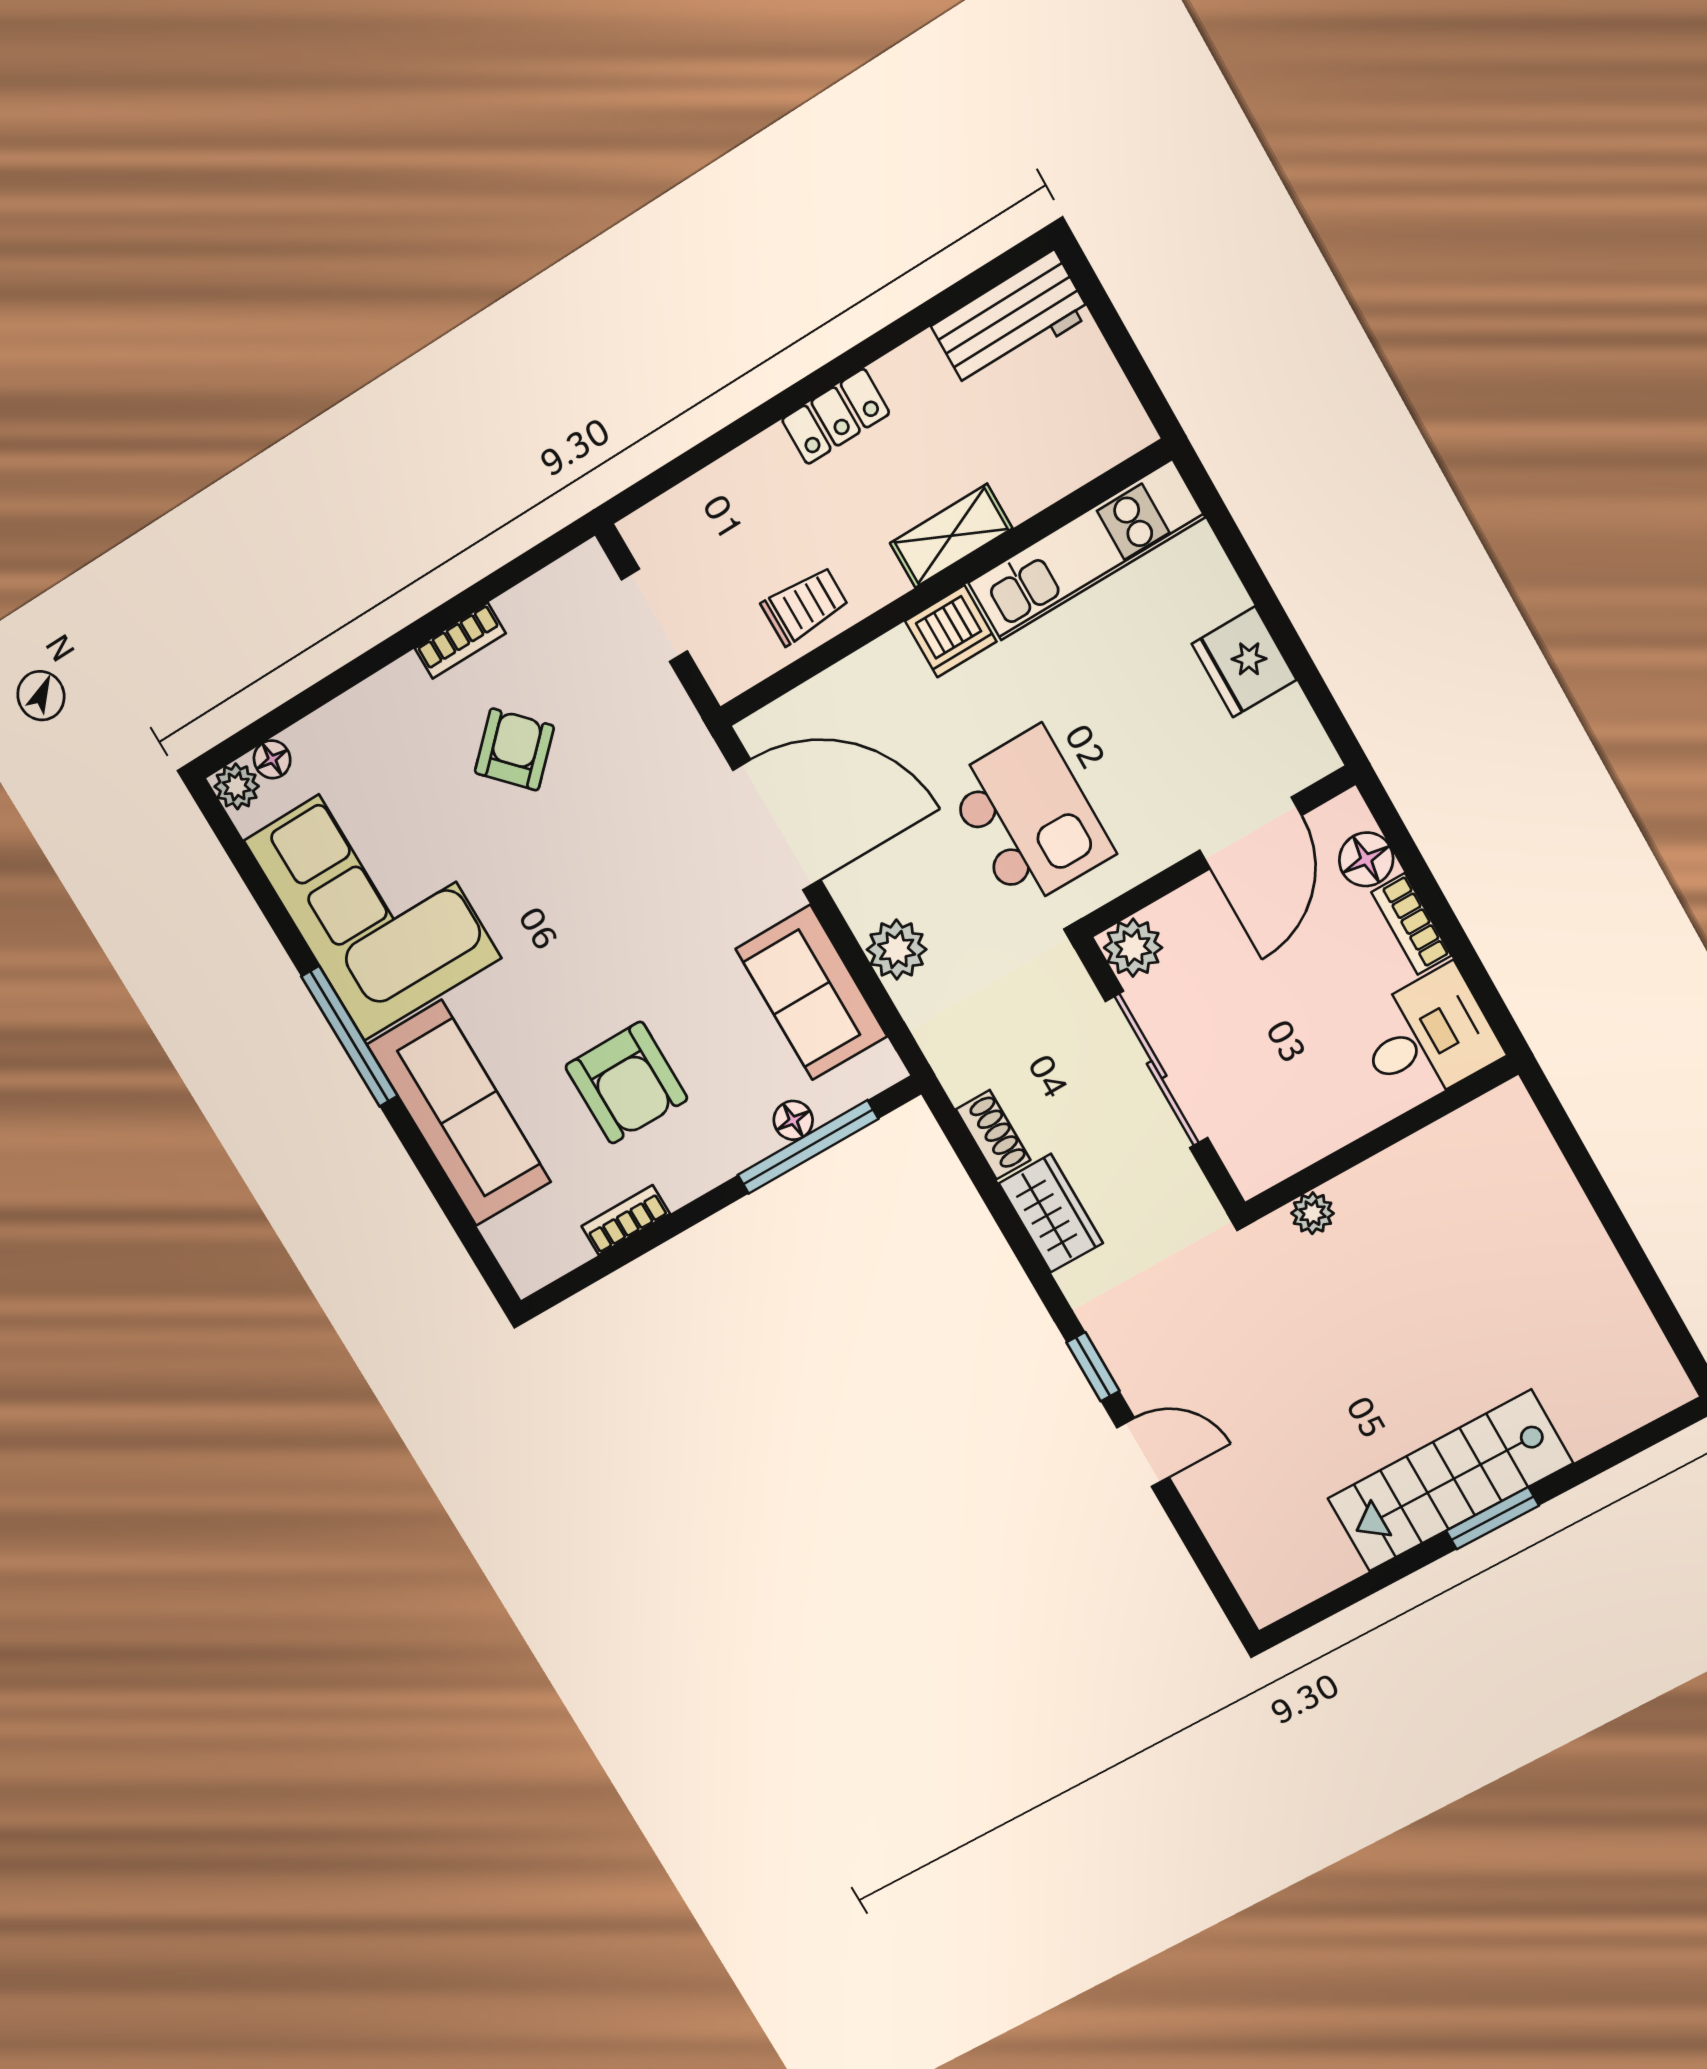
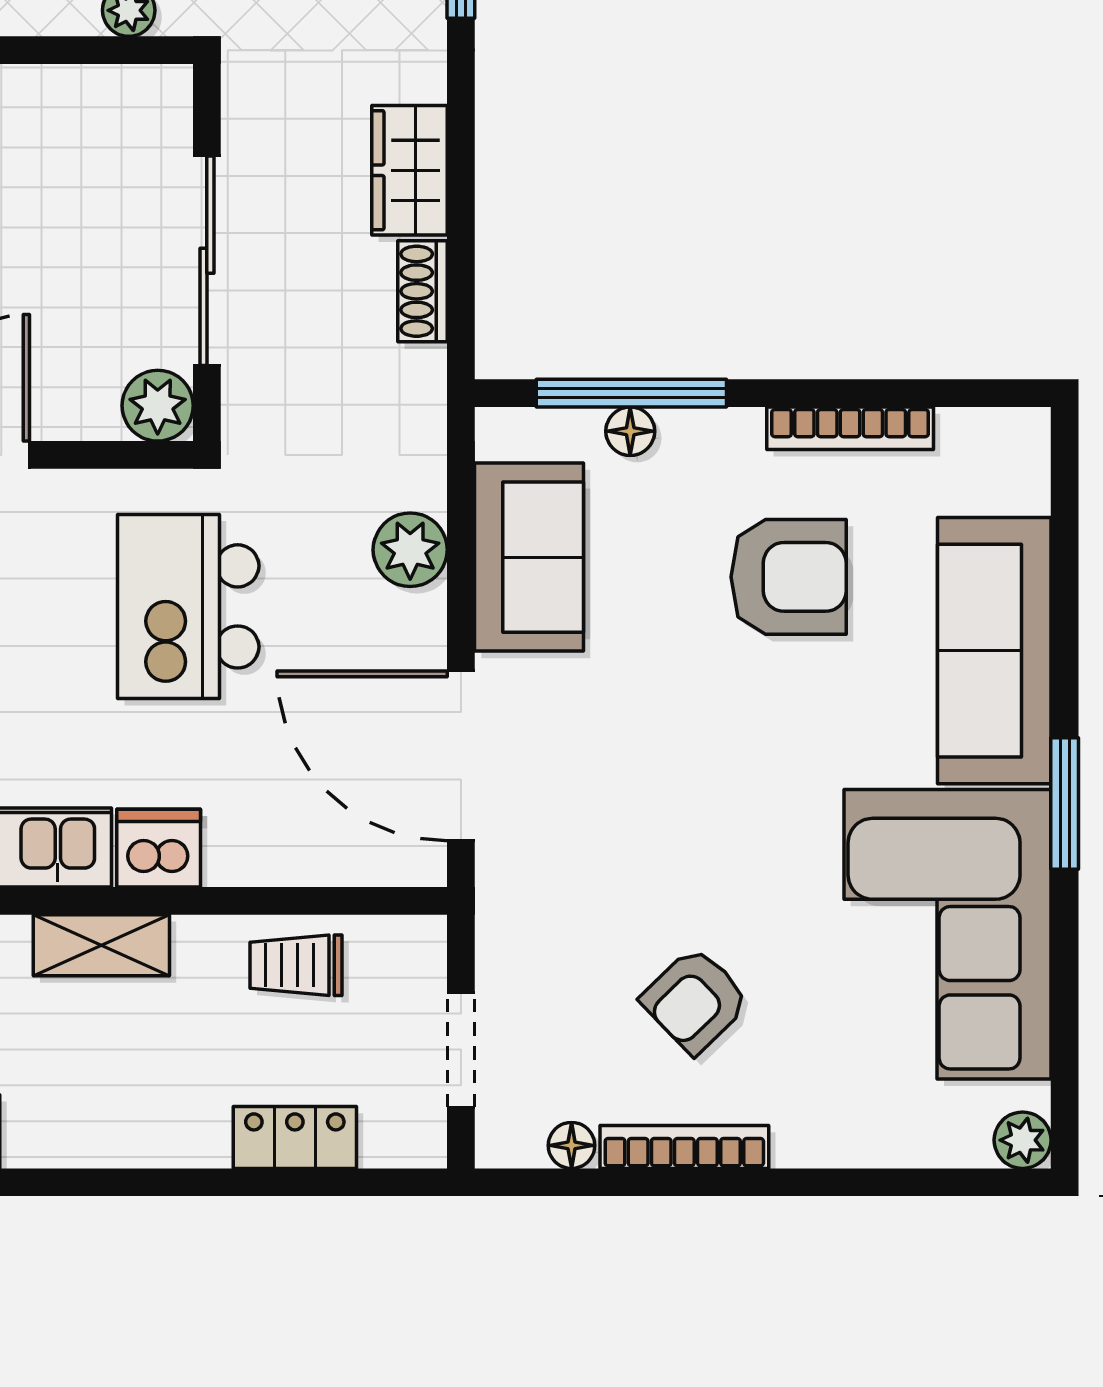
locker: (836, 416) -> (295, 1137), moved
bookcase: (460, 641) -> (684, 1147), width x1.56
floor lamp: (272, 759) -> (572, 1145), moved
window: (349, 1036) -> (1065, 803), width x0.69
armchair: (626, 1083) -> (789, 577), turned 90
bookcase: (626, 1220) -> (850, 428), width x1.56

